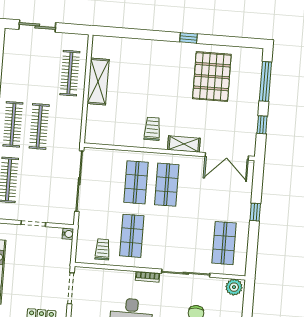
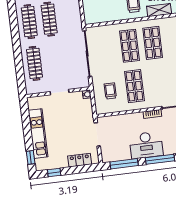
trolley: (103, 249) -> (110, 91), moved

